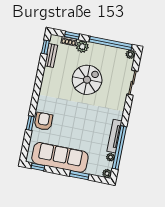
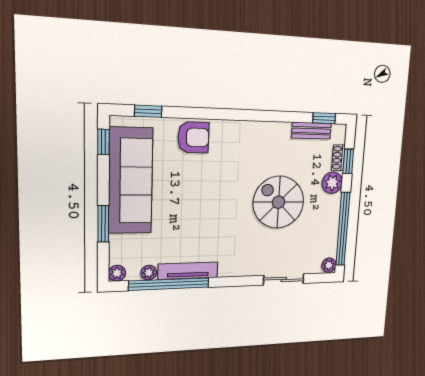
spiral stairs: (87, 80) -> (278, 202), turned 180
window: (30, 123) -> (148, 111), moved

